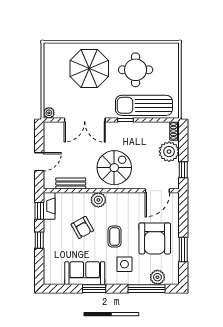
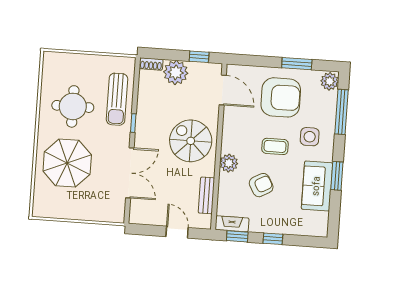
sun lounger: (144, 105) -> (117, 99), width x0.73, depth x0.75
plant: (49, 113) -> (118, 216), removed
plant: (157, 277) -> (330, 81), moved

